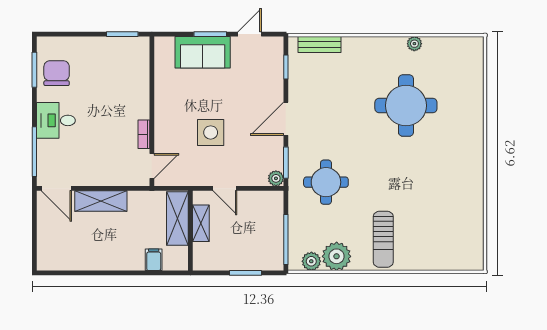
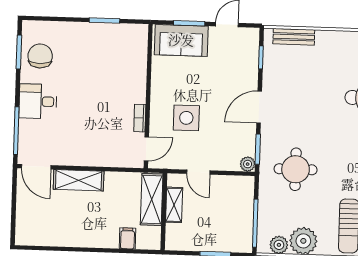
wall: (152, 111) -> (148, 96), moved
bookcase: (144, 134) -> (140, 118), moved
door: (152, 166) -> (146, 149), moved

